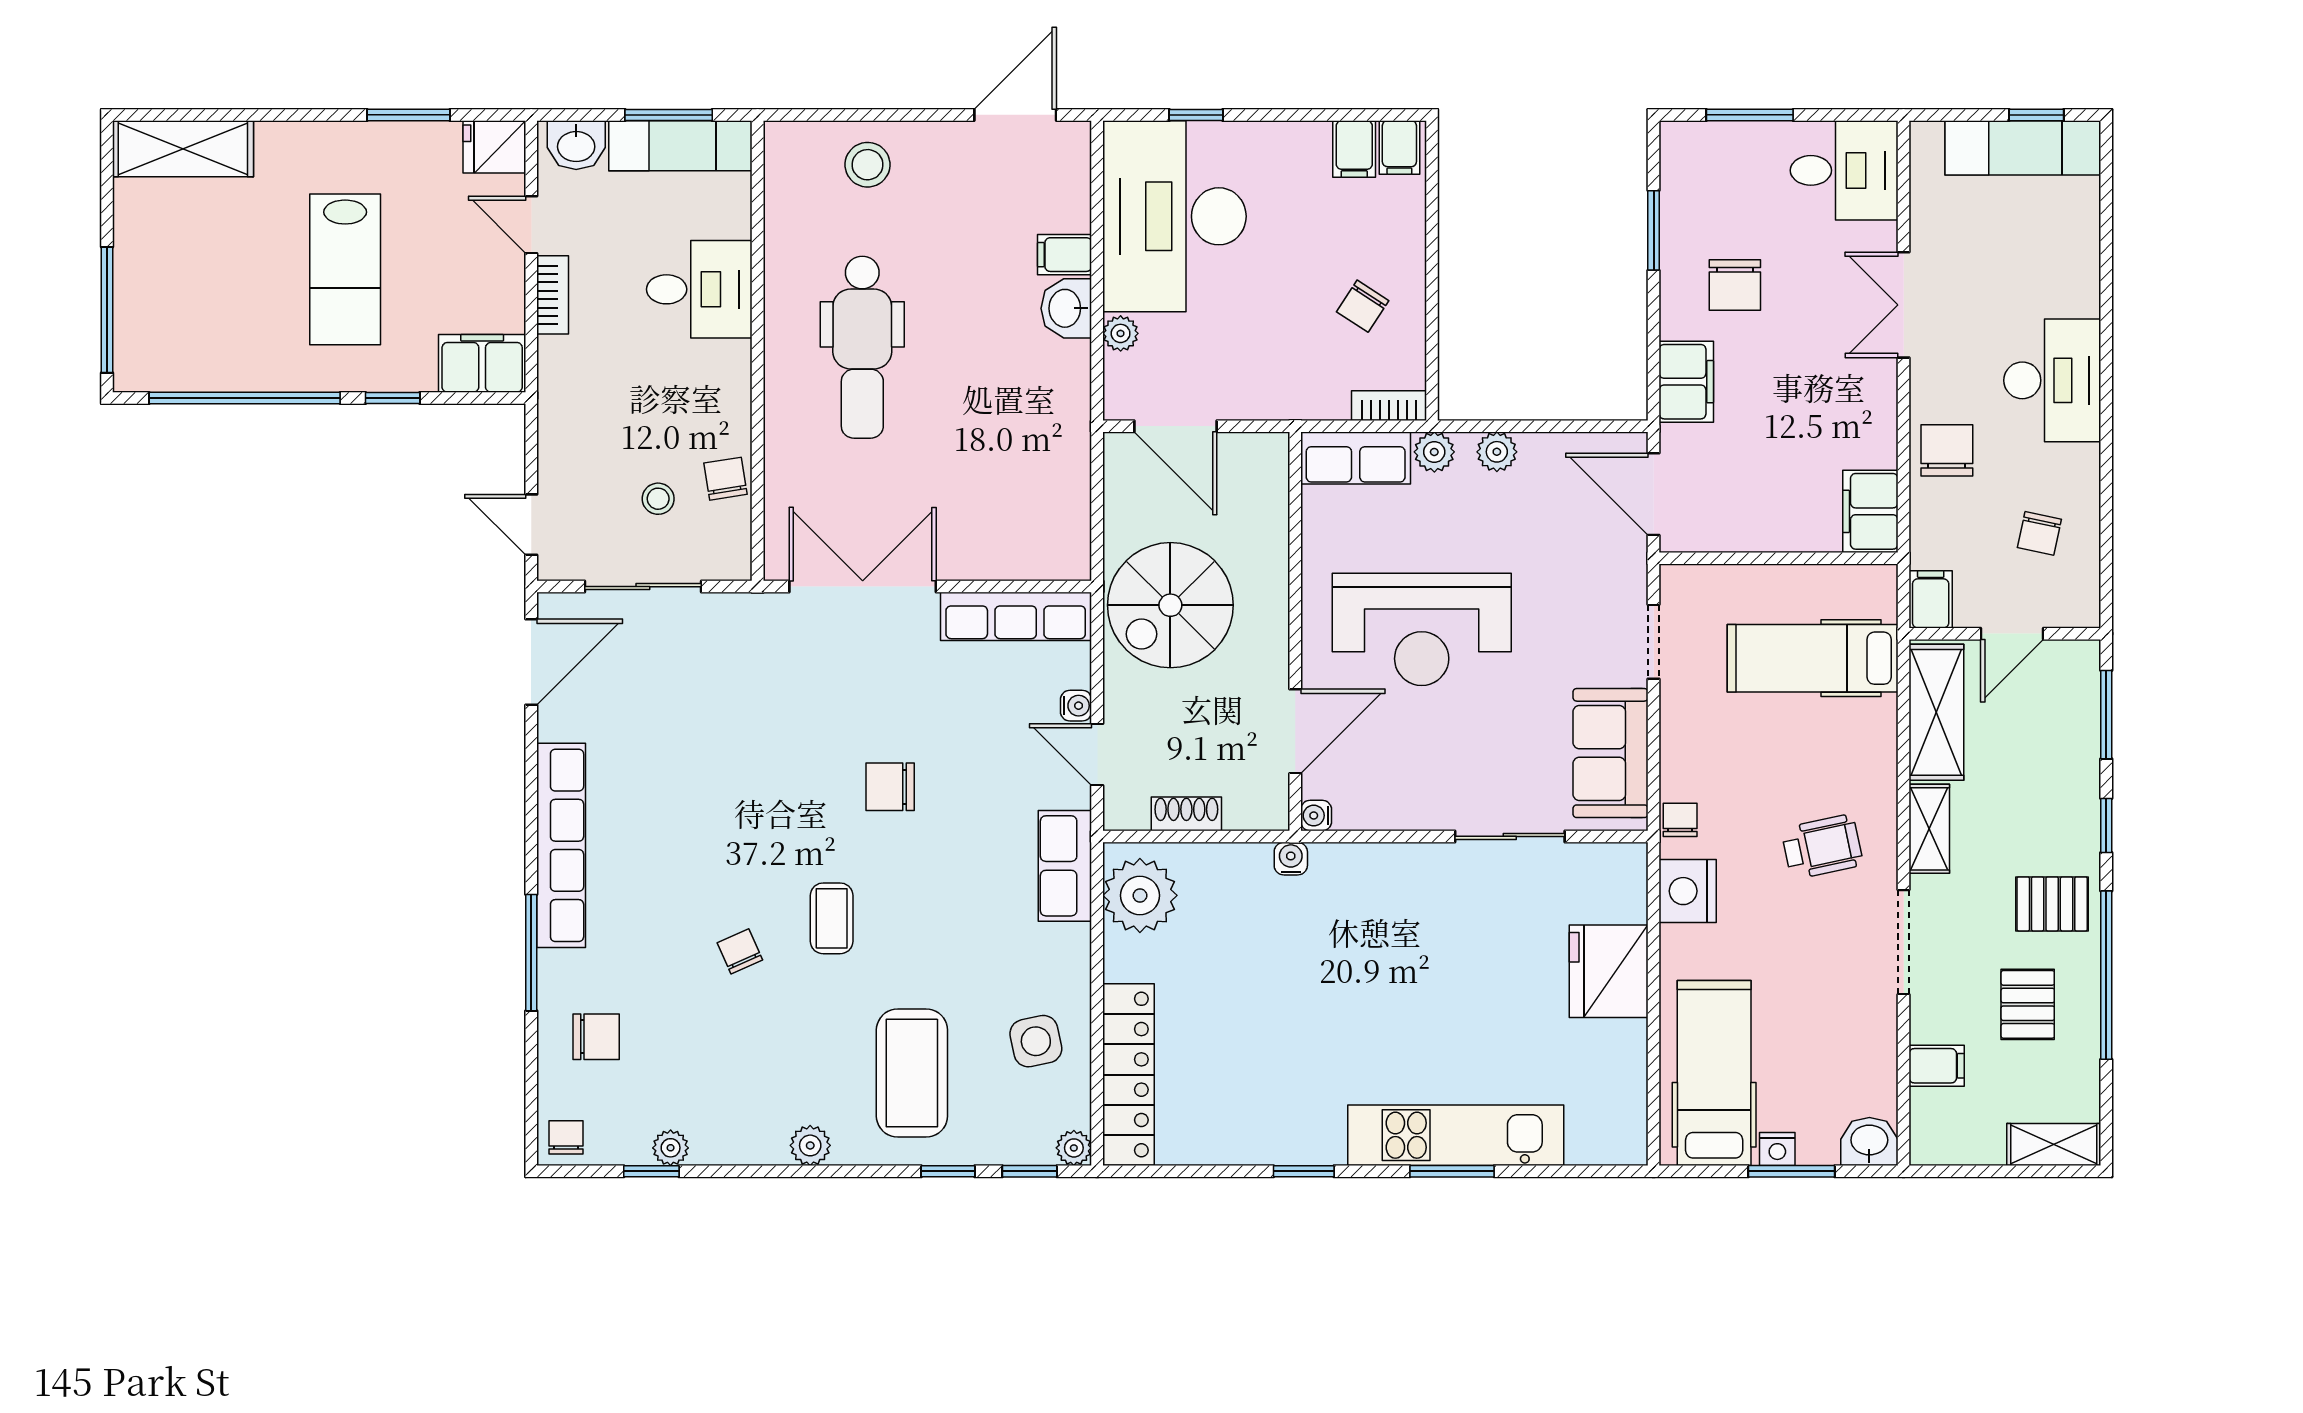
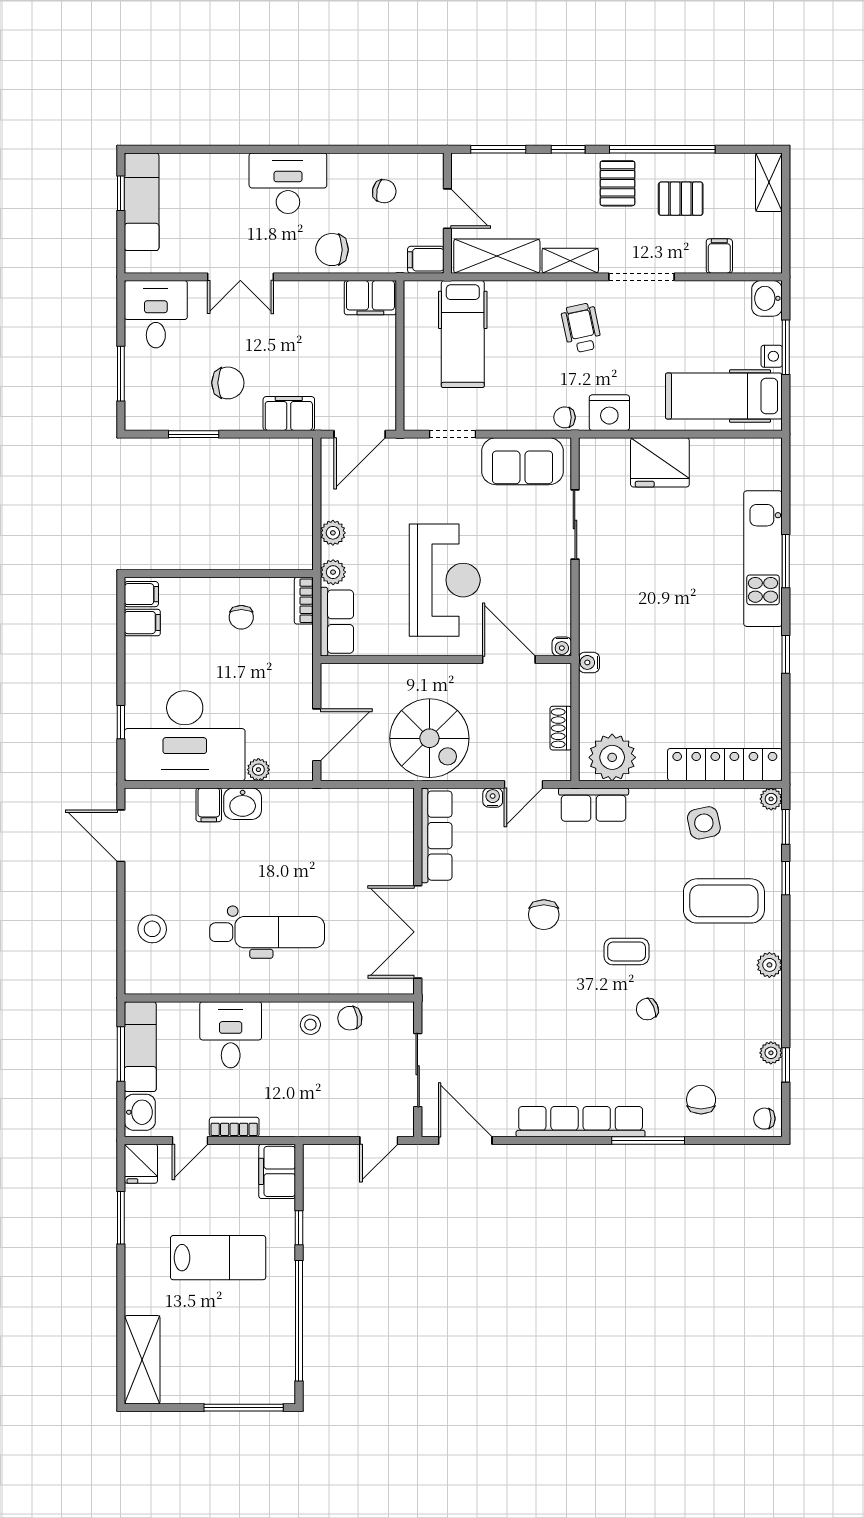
chair: (1363, 306) -> (241, 617), turned 57
stool: (658, 499) -> (310, 1025), moved

